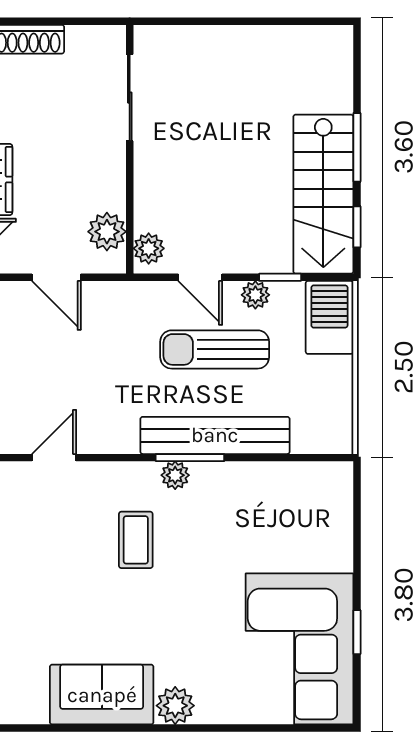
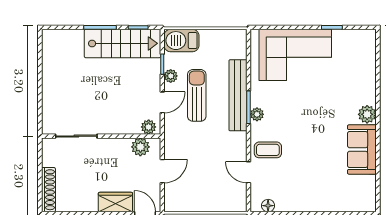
sun lounger: (215, 349) -> (197, 95), turned 180
coffee table: (136, 540) -> (268, 150), moved
corner sofa: (299, 649) -> (295, 55), moved

